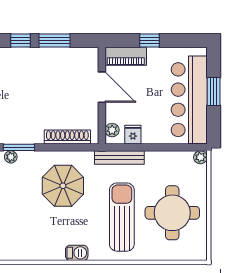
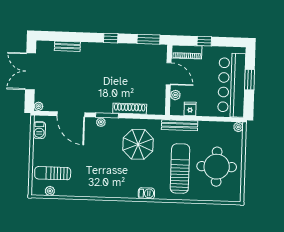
window: (55, 40) -> (149, 39), moved
plant: (112, 130) -> (175, 95), moved
shoe rack: (67, 137) -> (130, 109), moved

